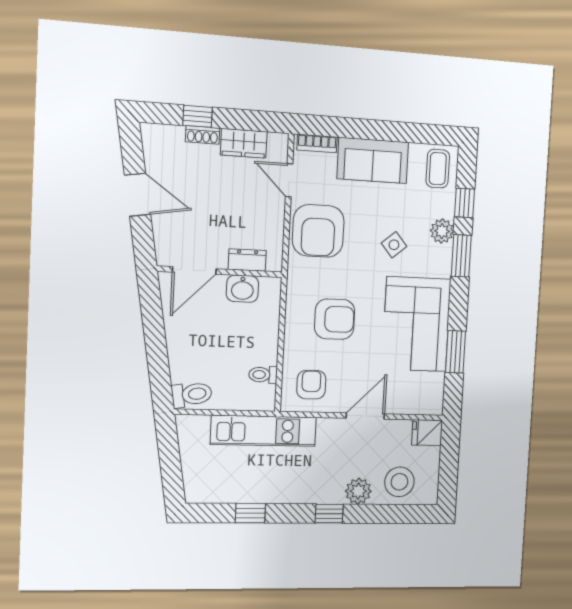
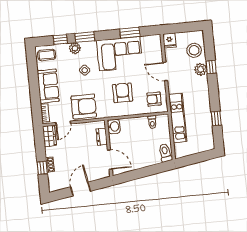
wardrobe: (244, 143) -> (49, 136), moved
washbasin: (242, 289) -> (114, 126), moved
window: (329, 514) -> (211, 67), moved

